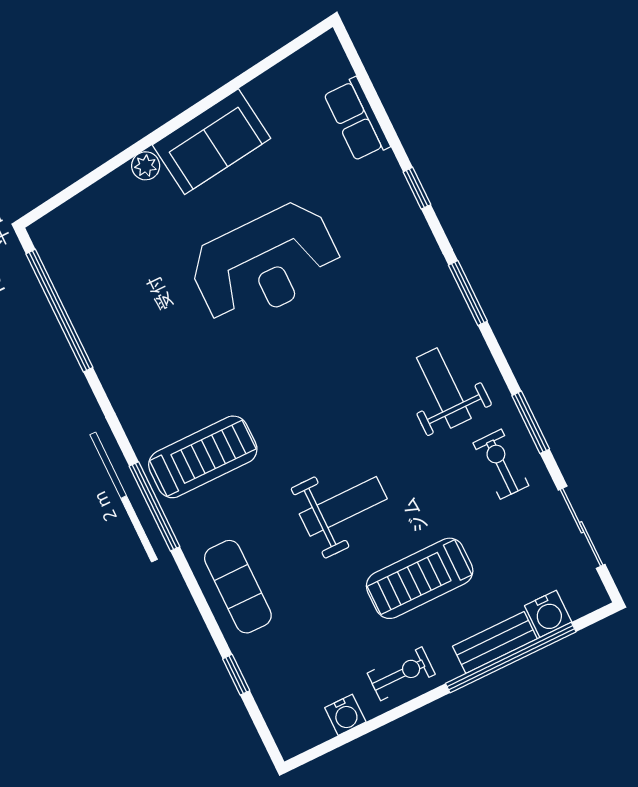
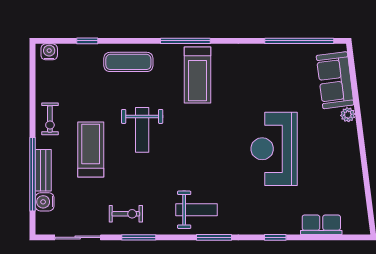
sofa: (211, 142) -> (335, 80), moved
weight bench: (444, 388) -> (196, 210), moved
water cooler: (345, 715) -> (49, 52), moved, turned 90

